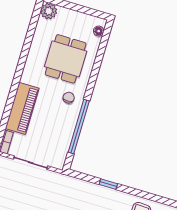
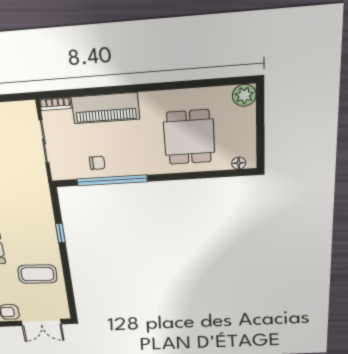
dining table: (66, 59) -> (189, 137), turned 90
chair: (69, 98) -> (97, 163), moved

